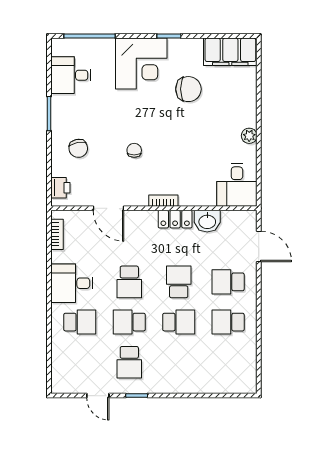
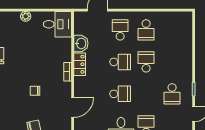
school desk: (179, 282) -> (120, 62), turned 180
school desk: (228, 282) -> (120, 30), turned 180
school desk: (129, 322) -> (146, 94), removed
school desk: (129, 362) -> (172, 94), turned 90

